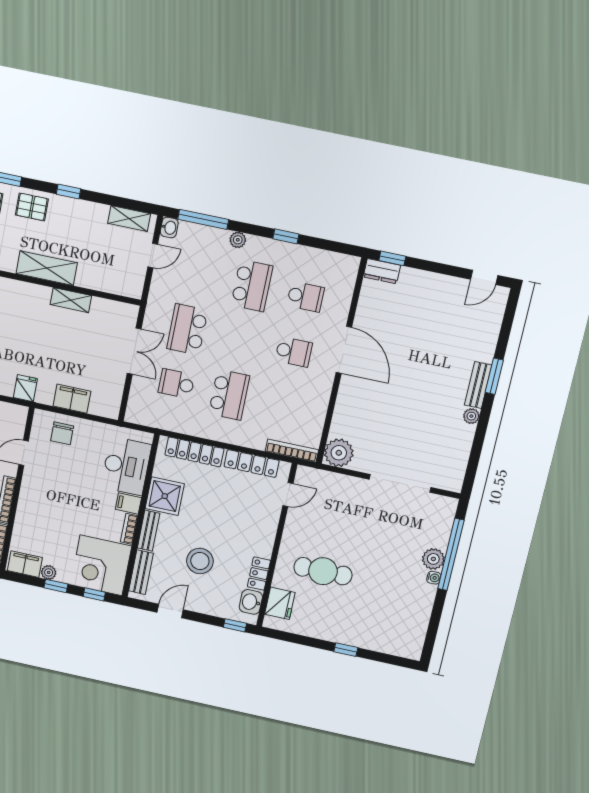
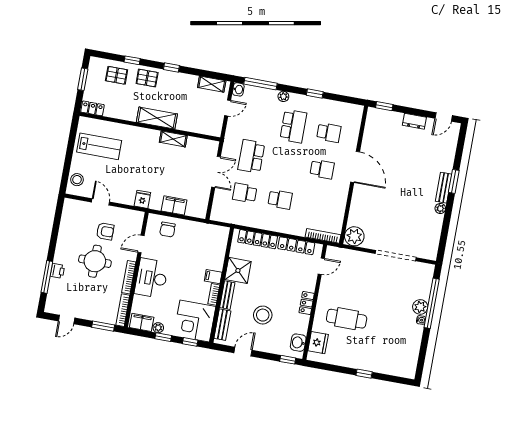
dresser: (382, 271) -> (414, 121), moved
school desk: (229, 395) -> (280, 199), width x0.54
desk: (126, 466) -> (151, 278), moved, turned 180
locker: (259, 574) -> (307, 303), moved

